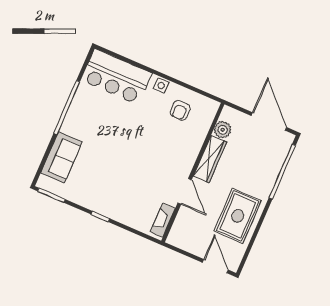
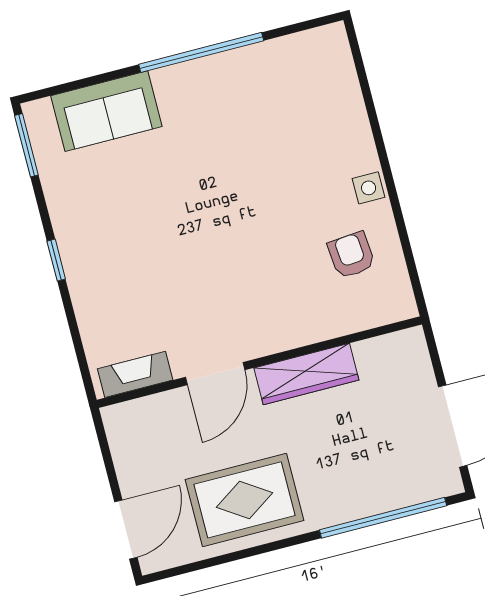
bar counter: (116, 77) -> (323, 97), removed
armchair: (180, 110) -> (351, 255), turned 85
plant: (223, 130) -> (375, 356), removed

